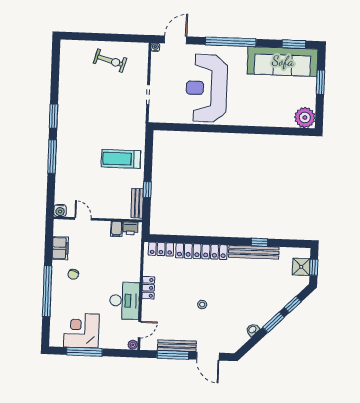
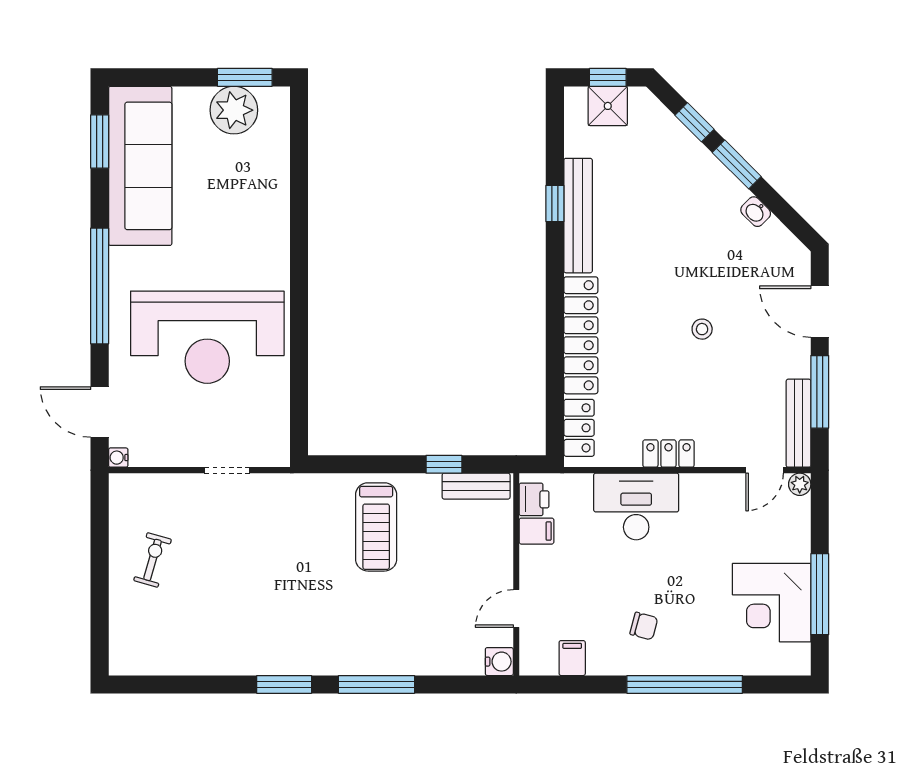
exercise bike: (110, 61) -> (153, 560), width x0.73, depth x0.72
window: (320, 82) -> (245, 77), moved
plant: (305, 117) -> (234, 110), moved
filing cabinet: (60, 248) -> (572, 658), width x0.50
desk: (125, 301) -> (636, 507), moved
door: (139, 330) -> (765, 470), swing flipped
bench: (177, 346) -> (799, 423), moved
door: (208, 356) -> (820, 312), swing flipped

